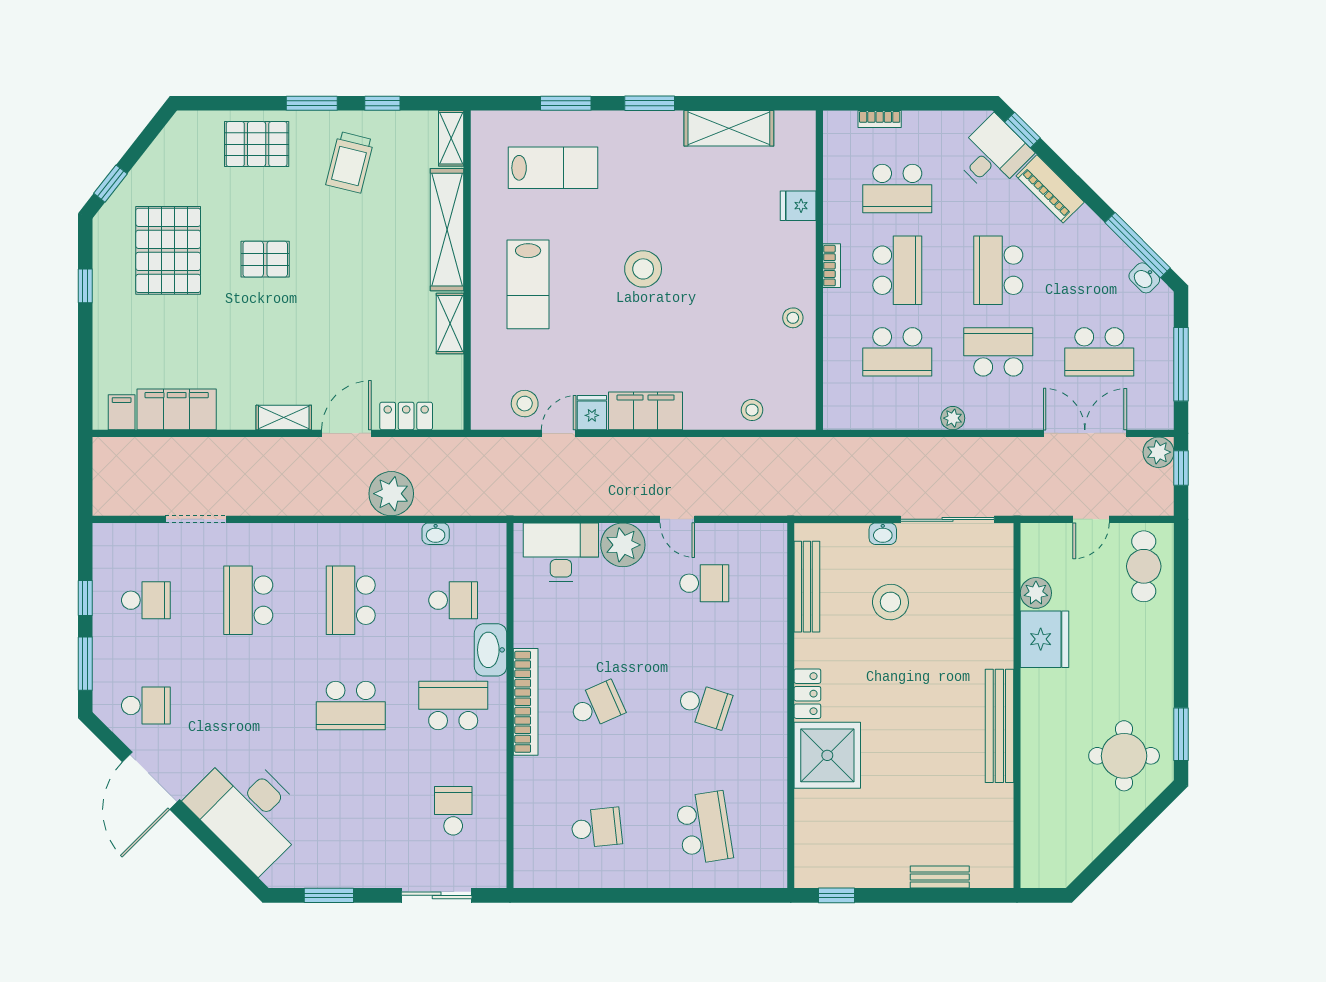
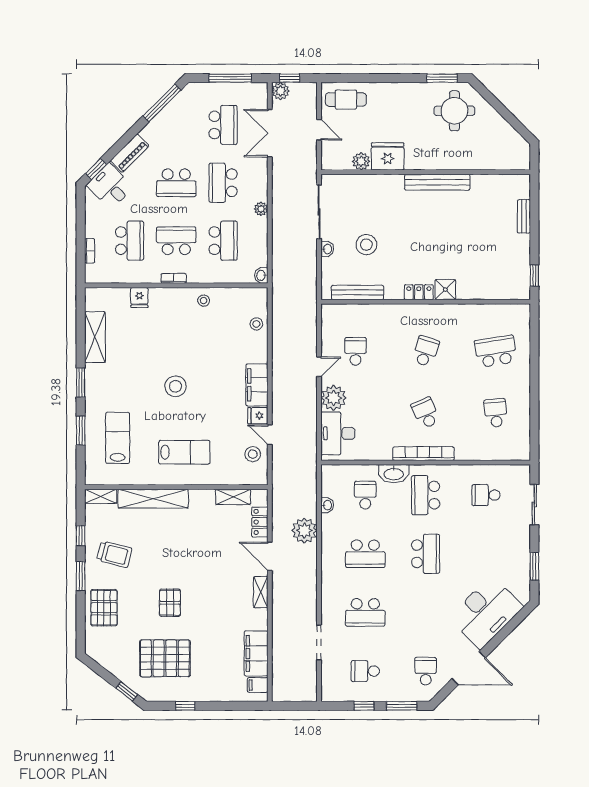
washbasin: (1144, 278) -> (261, 275), moved, turned 135
shelving: (450, 323) -> (233, 497), moved
school desk: (146, 600) -> (365, 671), turned -90
shower: (827, 755) -> (445, 290), width x0.54, depth x0.54

